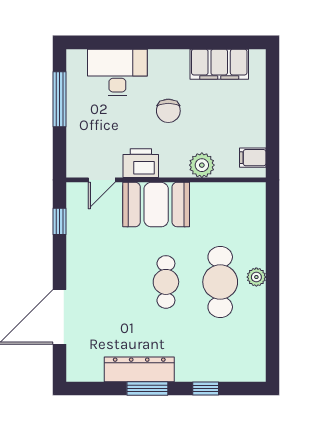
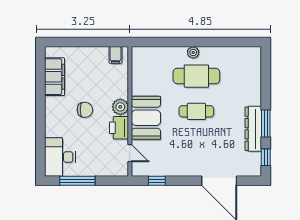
desk: (117, 72) -> (60, 157), moved
plant: (202, 165) -> (120, 107), moved
window: (206, 388) -> (266, 157), moved

